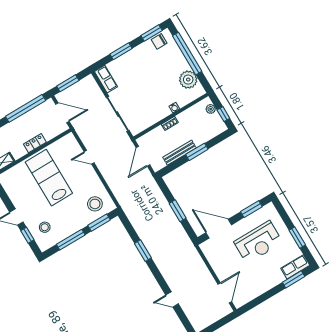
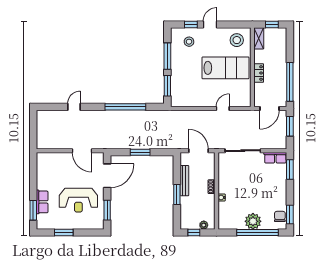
window: (121, 51) -> (290, 170), moved
plant: (188, 80) -> (253, 221), moved
stool: (95, 204) -> (237, 40), moved
reception desk: (258, 242) -> (78, 200), turned -90
window: (143, 251) -> (125, 107), width x2.11
row of seats: (295, 267) -> (42, 202), moved
door: (225, 293) -> (82, 151), moved

